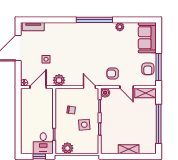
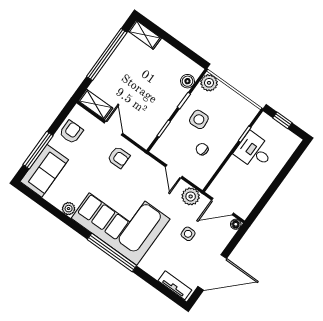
window: (94, 20) -> (112, 252), moved
corner sofa: (88, 41) -> (121, 219), added
window: (159, 67) -> (38, 150), moved
door: (89, 87) -> (174, 172), moved
boiler: (105, 93) -> (187, 81), moved
desk: (43, 143) -> (254, 151), moved, turned -90
plant: (67, 148) -> (209, 83), moved
shelving: (129, 149) -> (145, 35), moved

